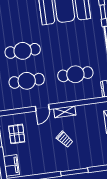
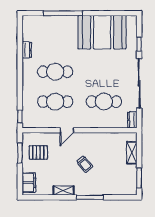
shelving: (65, 112) -> (64, 191), moved
pallet: (17, 134) -> (38, 152), turned 90

